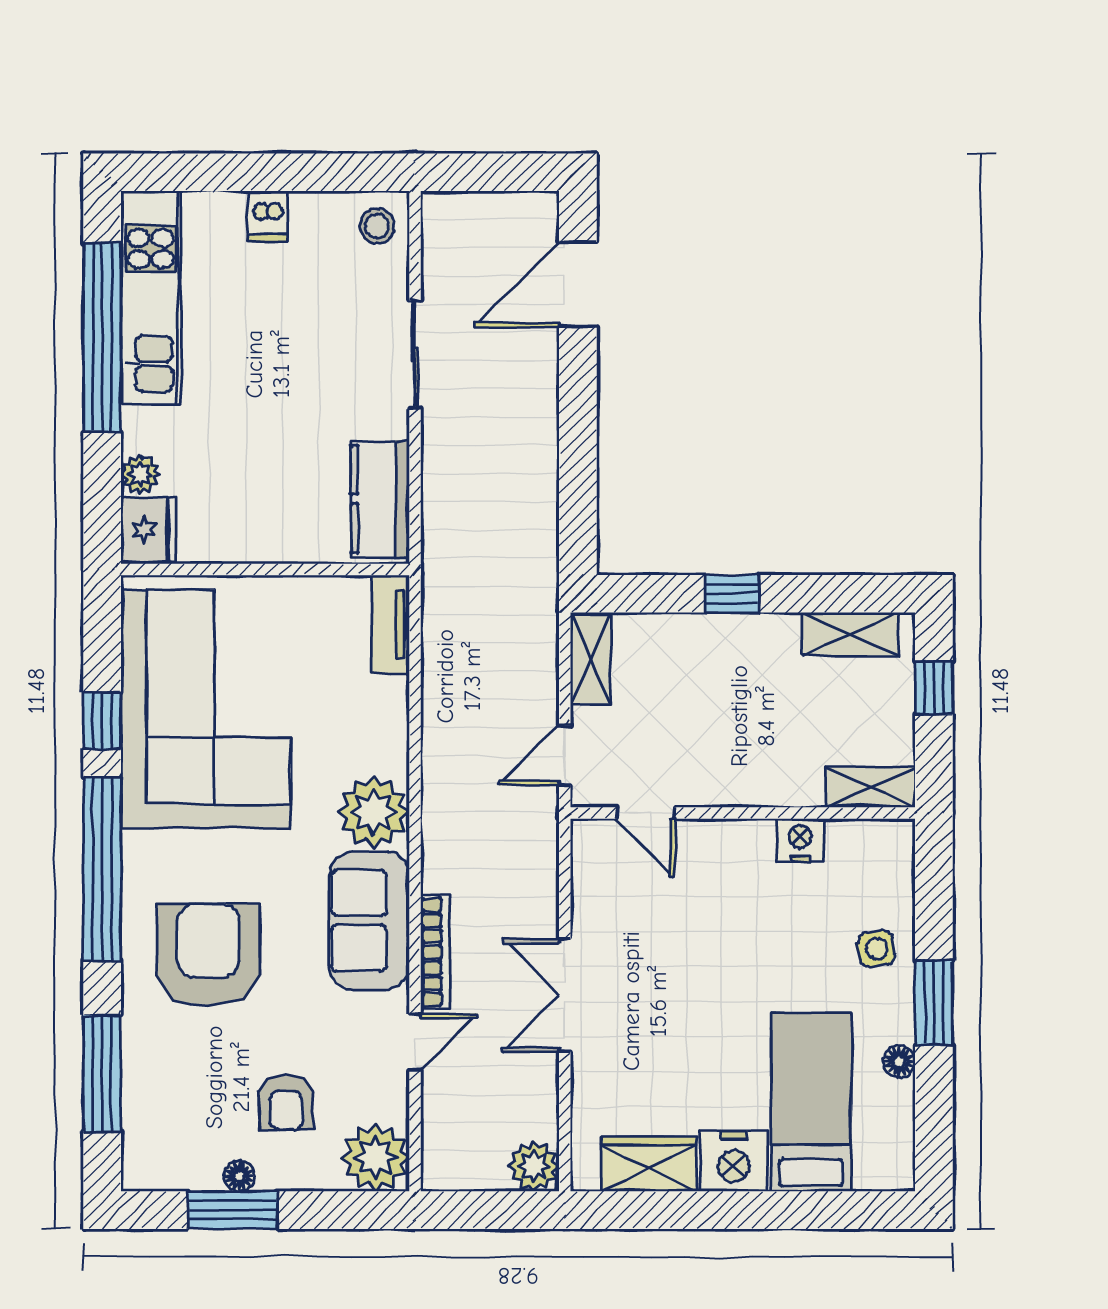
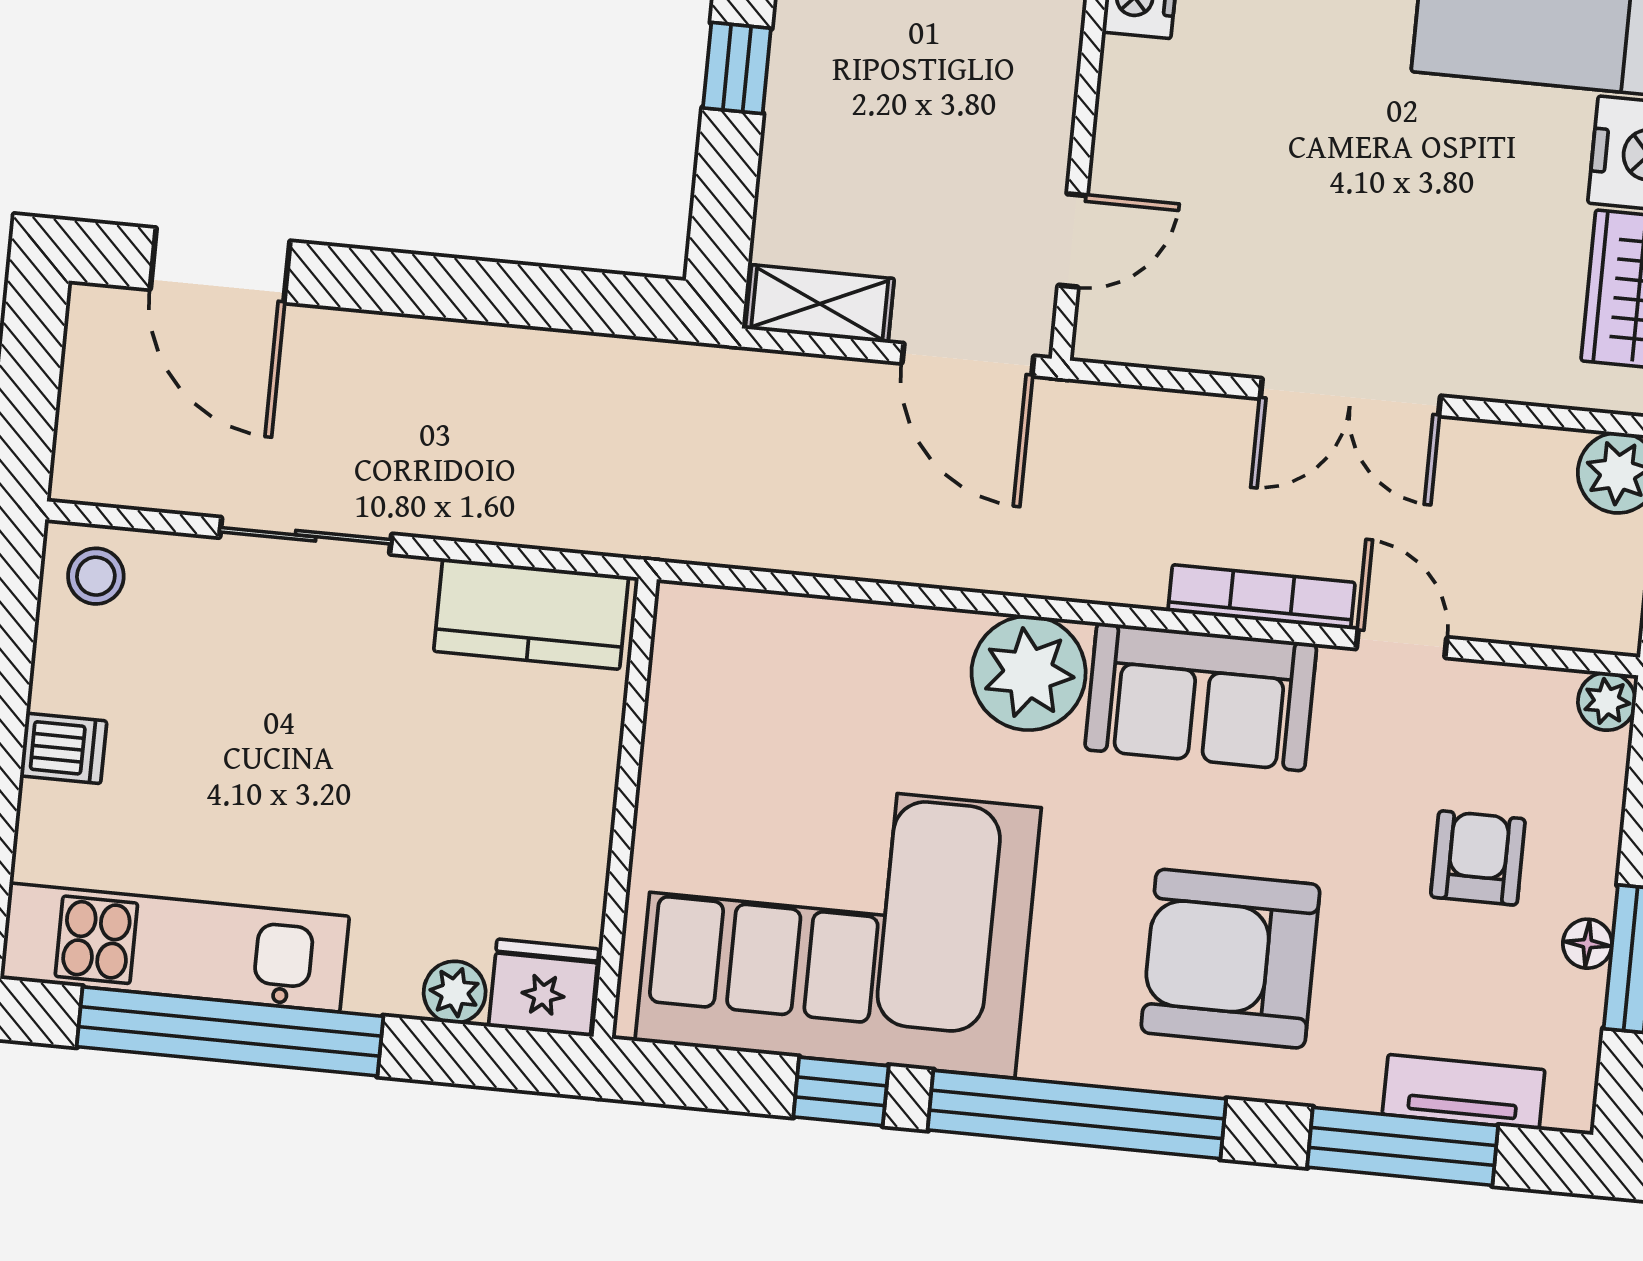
tv unit: (390, 624) -> (1464, 1092), moved, turned 180
door: (565, 755) -> (968, 360), width x1.38
armchair: (286, 1103) -> (1478, 858), turned -90
plant: (375, 1158) -> (1607, 701), width x0.53, depth x0.53

